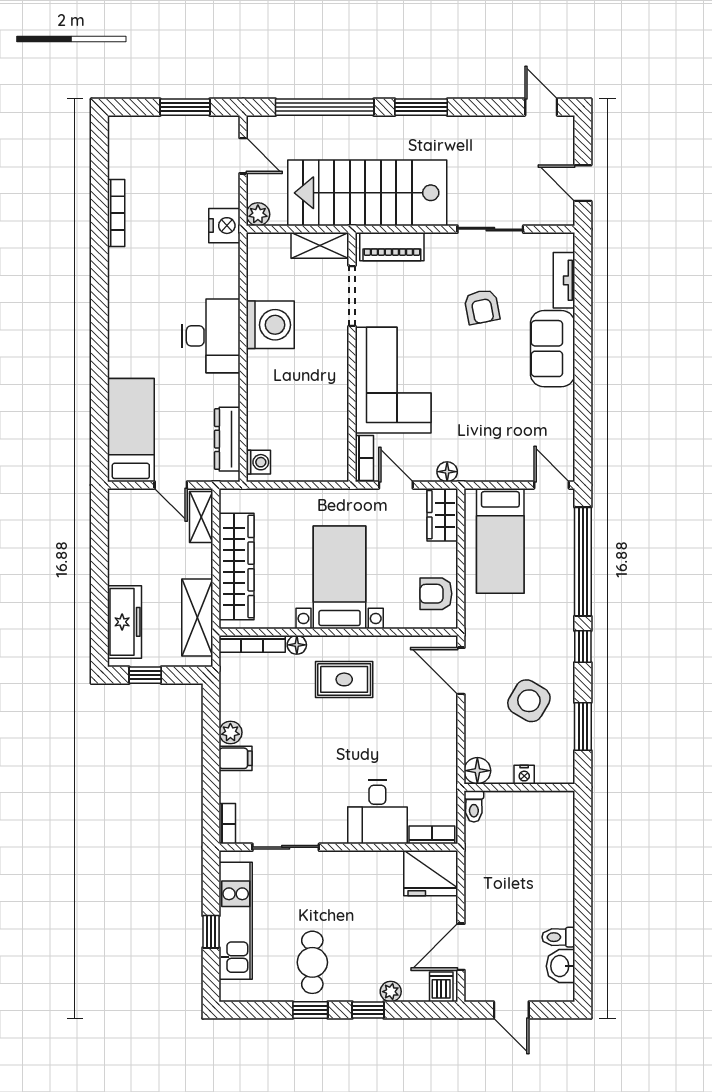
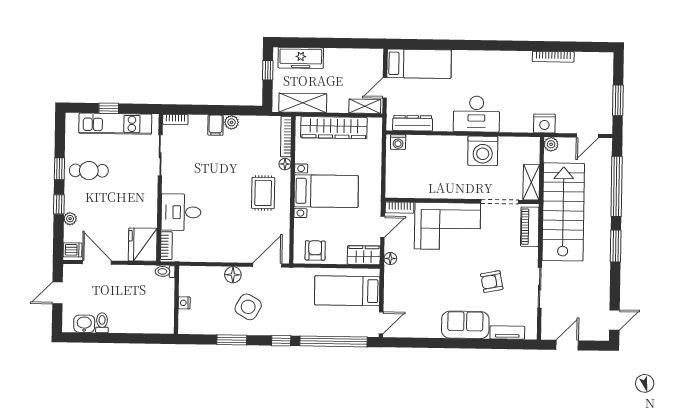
floor lamp: (477, 771) -> (233, 275), moved
nightstand: (524, 775) -> (184, 303), moved
wall: (519, 787) -> (176, 300), moved
toilet: (474, 806) -> (165, 271), moved

